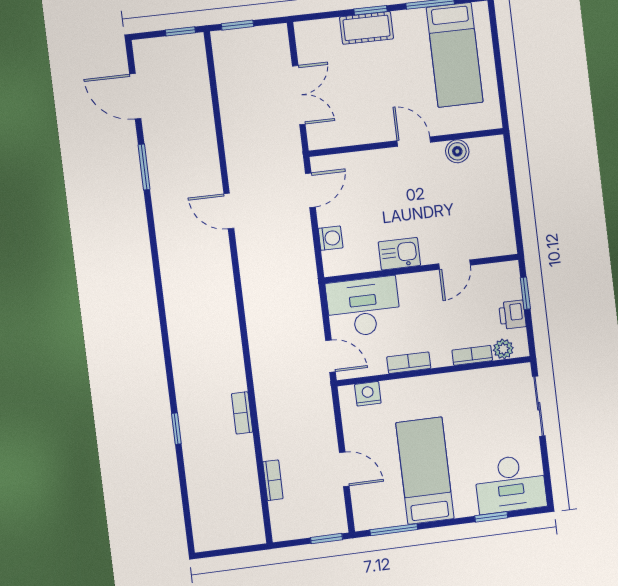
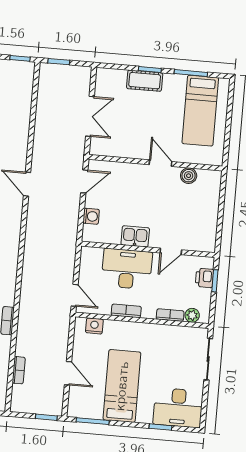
desk: (363, 307) -> (127, 269), moved
printer: (512, 315) -> (204, 278), moved

